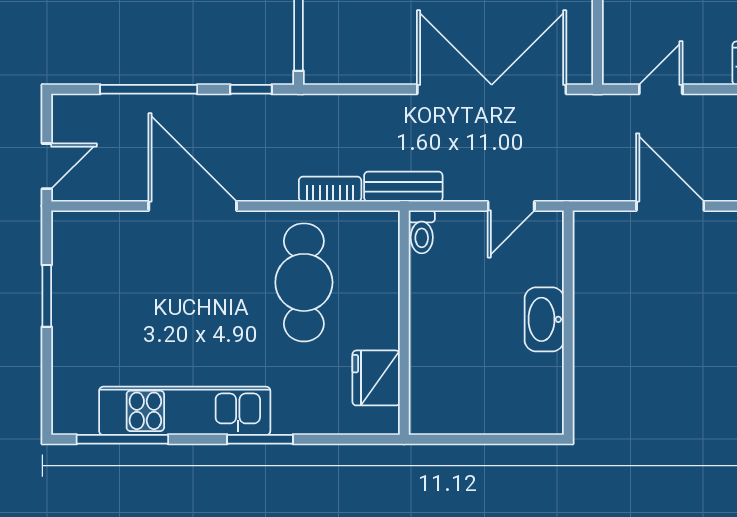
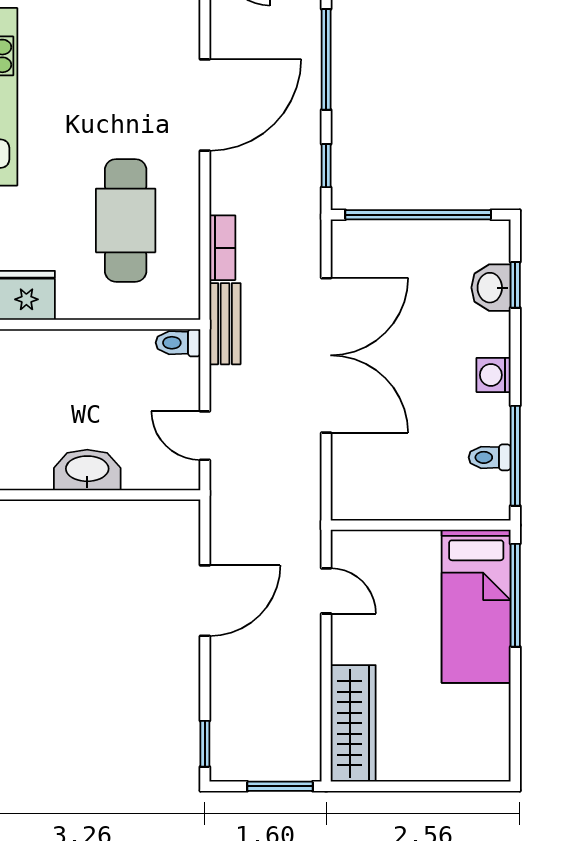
double door: (492, 89) -> (326, 355), moved
cafe table: (304, 282) -> (126, 220), turned 90

